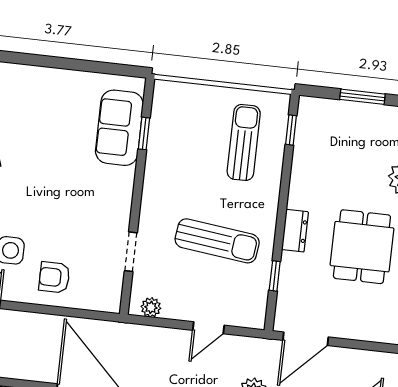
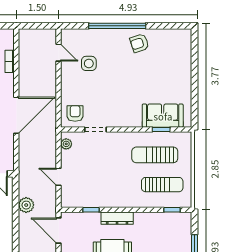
dresser: (295, 231) -> (117, 218), width x1.44
sun lounger: (217, 241) -> (155, 155), moved, turned 83
armchair: (54, 277) -> (75, 113), moved

